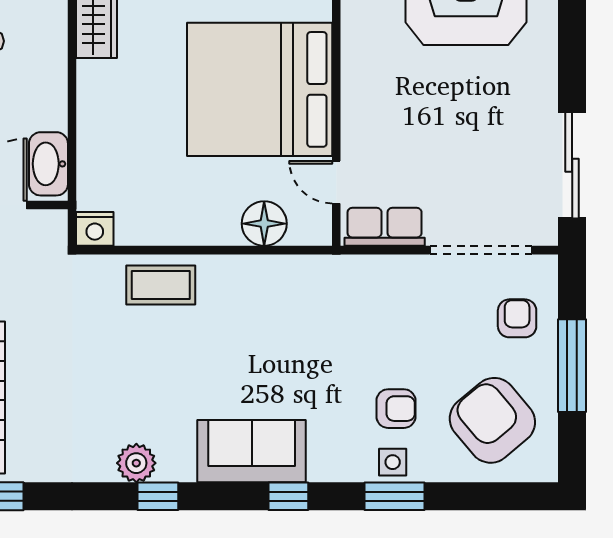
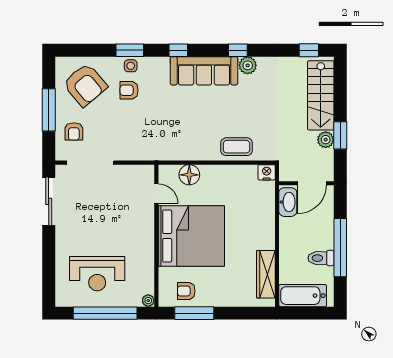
row of seats: (385, 227) -> (134, 173), removed
sofa: (252, 451) -> (204, 71), width x1.36

